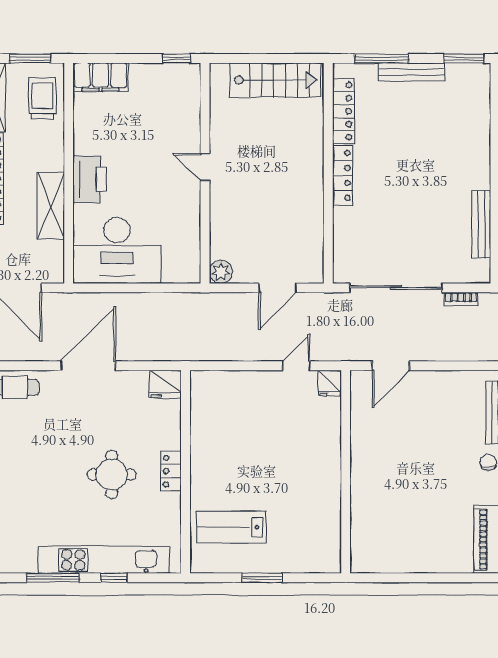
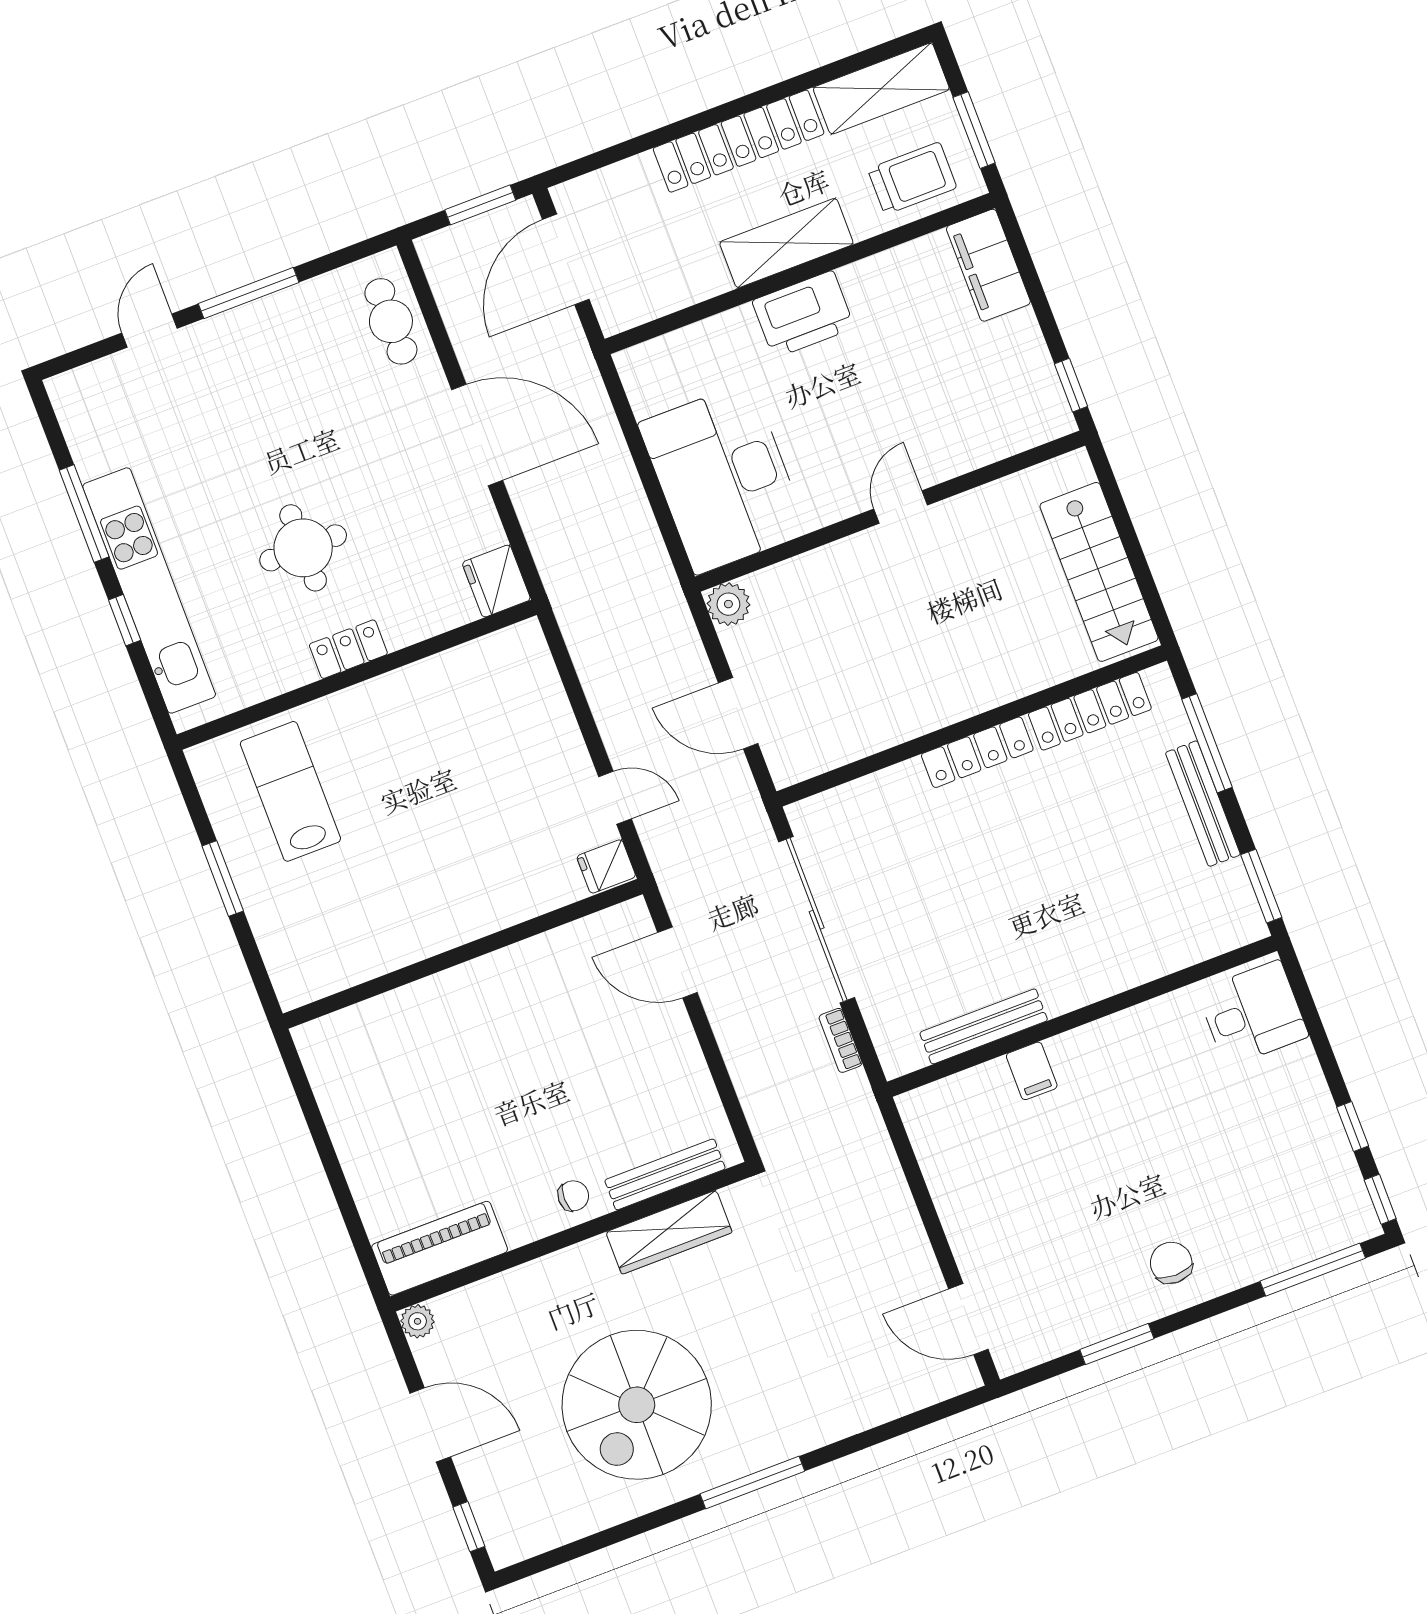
shelving: (51, 206) -> (786, 243), moved
desk: (117, 251) -> (723, 478), moved

